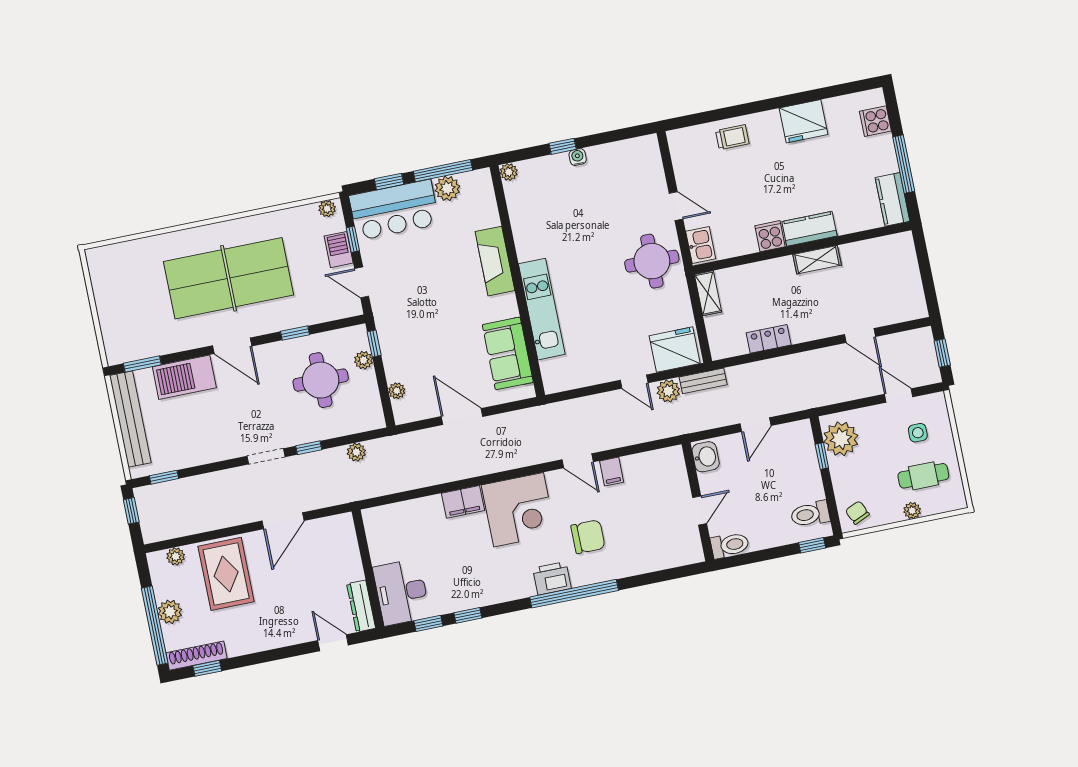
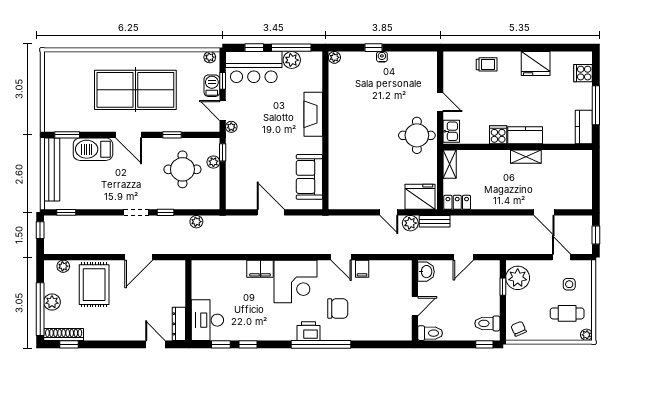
kitchen unit: (542, 309) -> (338, 152), removed
locker: (769, 339) -> (457, 202), moved
plant: (397, 391) -> (231, 127), moved
plant: (912, 511) -> (586, 335), moved

